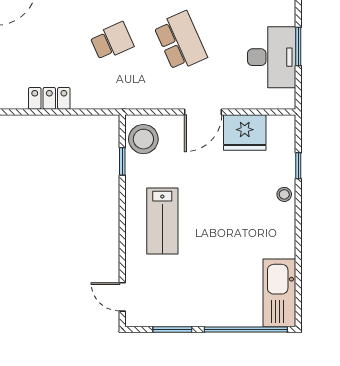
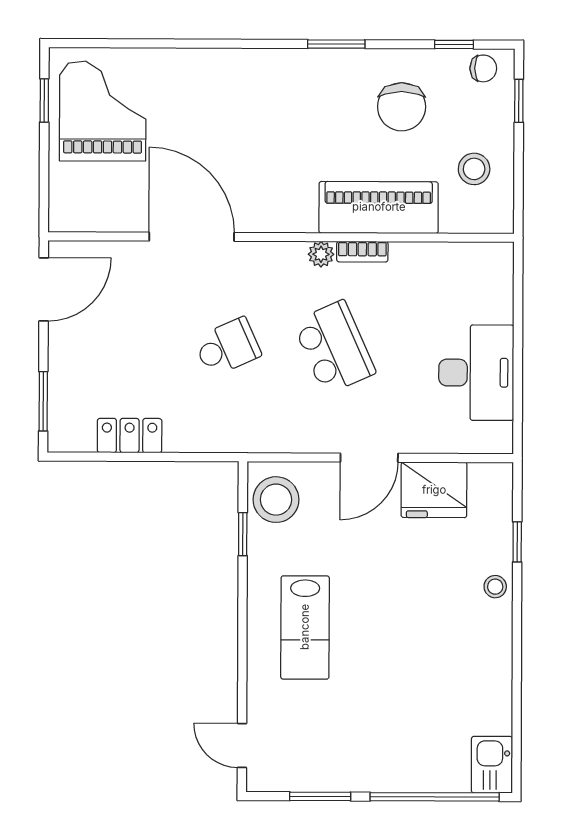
window: (298, 47) -> (518, 356), removed
kitchen sink: (279, 293) -> (492, 765), width x0.53, depth x0.81

